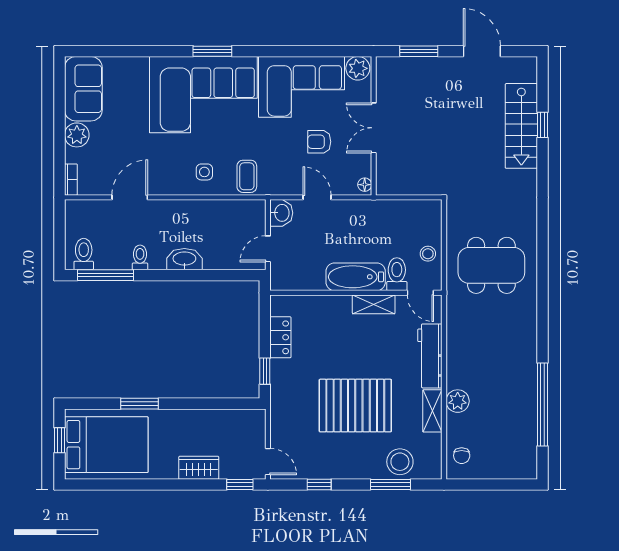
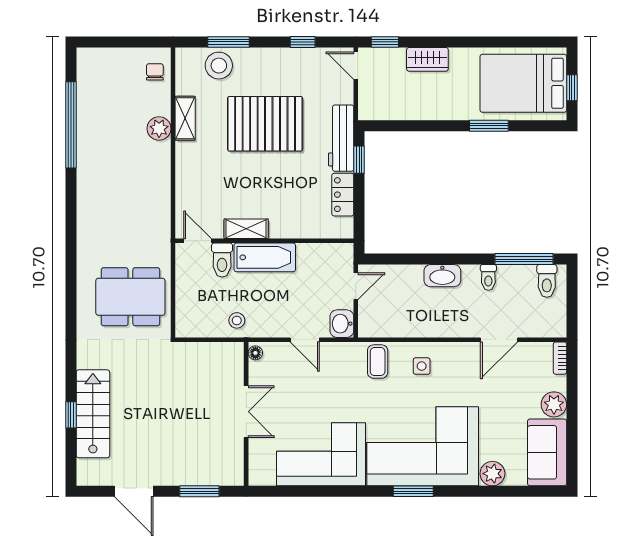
plant: (358, 68) -> (492, 474), moved
armchair: (319, 142) -> (302, 397), removed
stool: (428, 254) -> (237, 320), moved
dining table: (491, 265) -> (130, 297), moved
workbench: (430, 356) -> (341, 138), moved, turned 180

